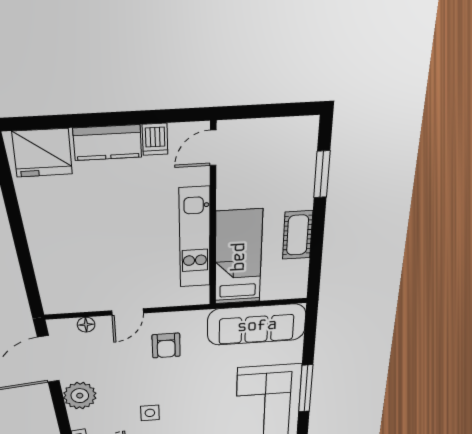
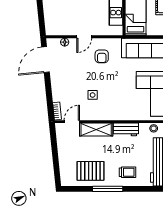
plant: (80, 396) -> (59, 82), removed

